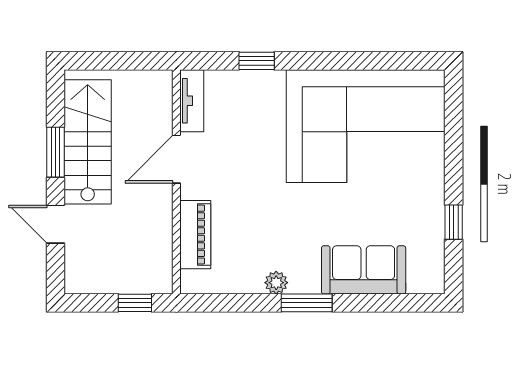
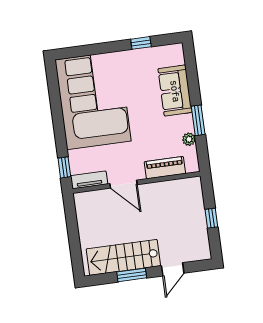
tv unit: (192, 101) -> (89, 180), moved
door: (176, 159) -> (123, 184), moved
wall: (176, 182) -> (136, 182), moved
piano: (195, 235) -> (165, 168), moved

